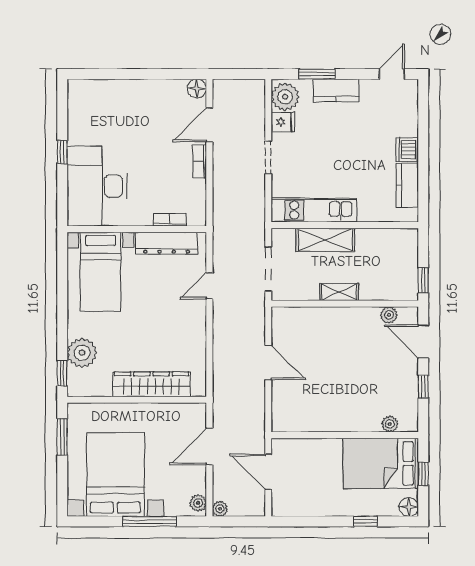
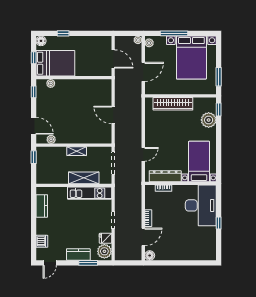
dishwasher: (407, 149) -> (42, 241), moved
window: (423, 386) -> (34, 92), moved

